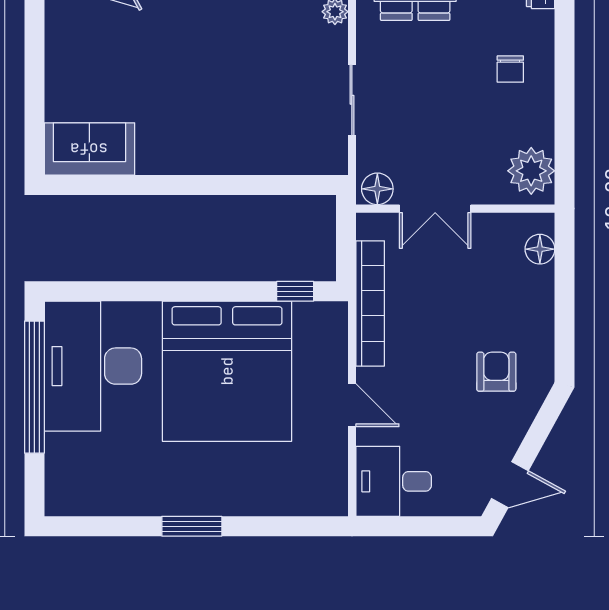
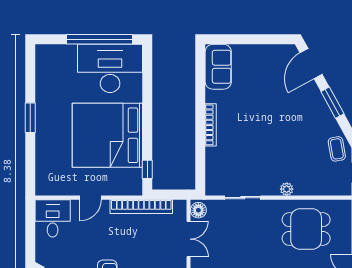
bookcase: (206, 164) -> (211, 125), added
double door: (435, 209) -> (189, 239), swing flipped

